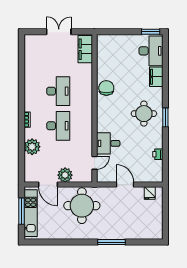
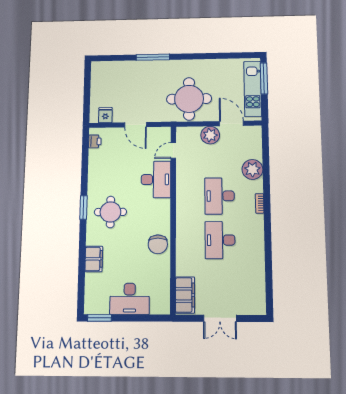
desk: (151, 51) -> (130, 299), moved, turned -90
desk: (108, 143) -> (156, 179), width x1.37
printer: (158, 154) -> (95, 141), moved
window: (21, 211) -> (264, 78), moved

